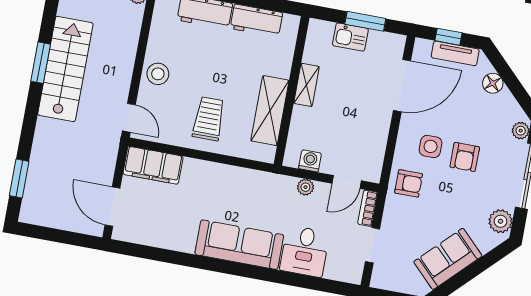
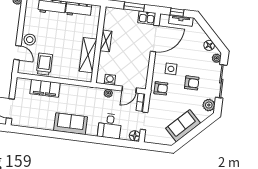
kitchen sink: (350, 37) -> (147, 18), moved
floor lamp: (493, 83) -> (209, 45), moved
door: (129, 118) -> (17, 53), moved
trolley: (209, 119) -> (44, 64), moved
armchair: (465, 157) -> (192, 83), moved, turned -90
filing cabinet: (153, 165) -> (45, 88), moved
sofa: (239, 245) -> (71, 124), width x0.73
floor lamp: (352, 273) -> (135, 136), added

